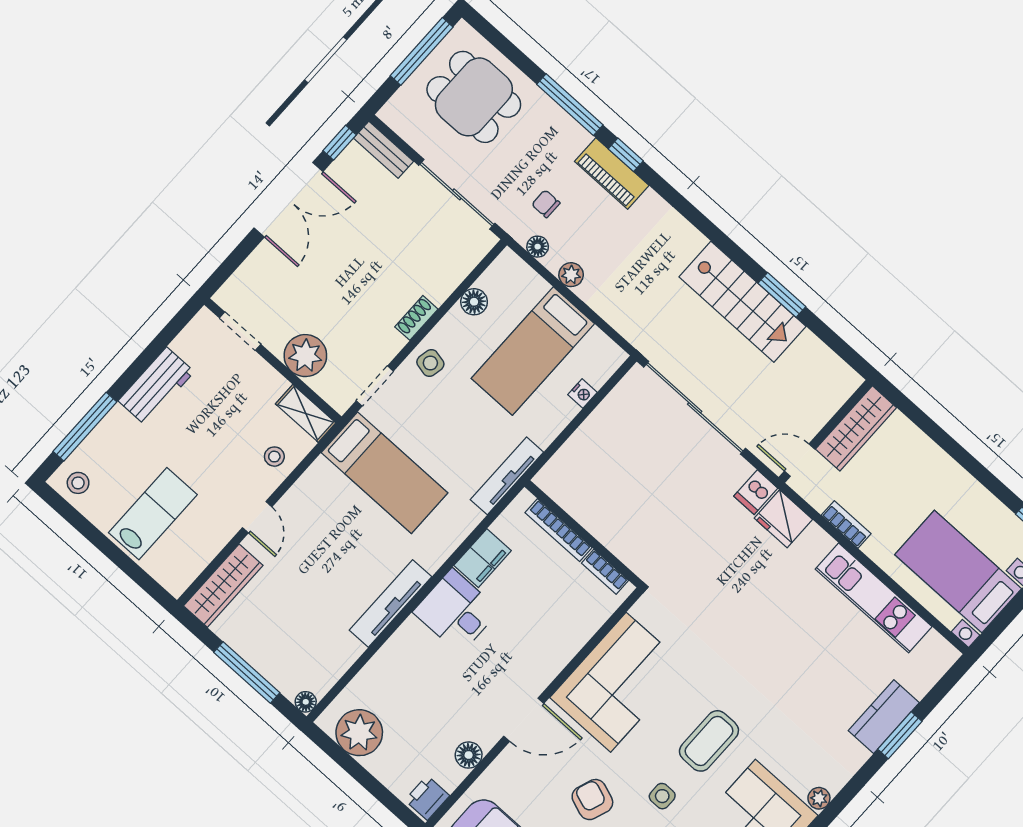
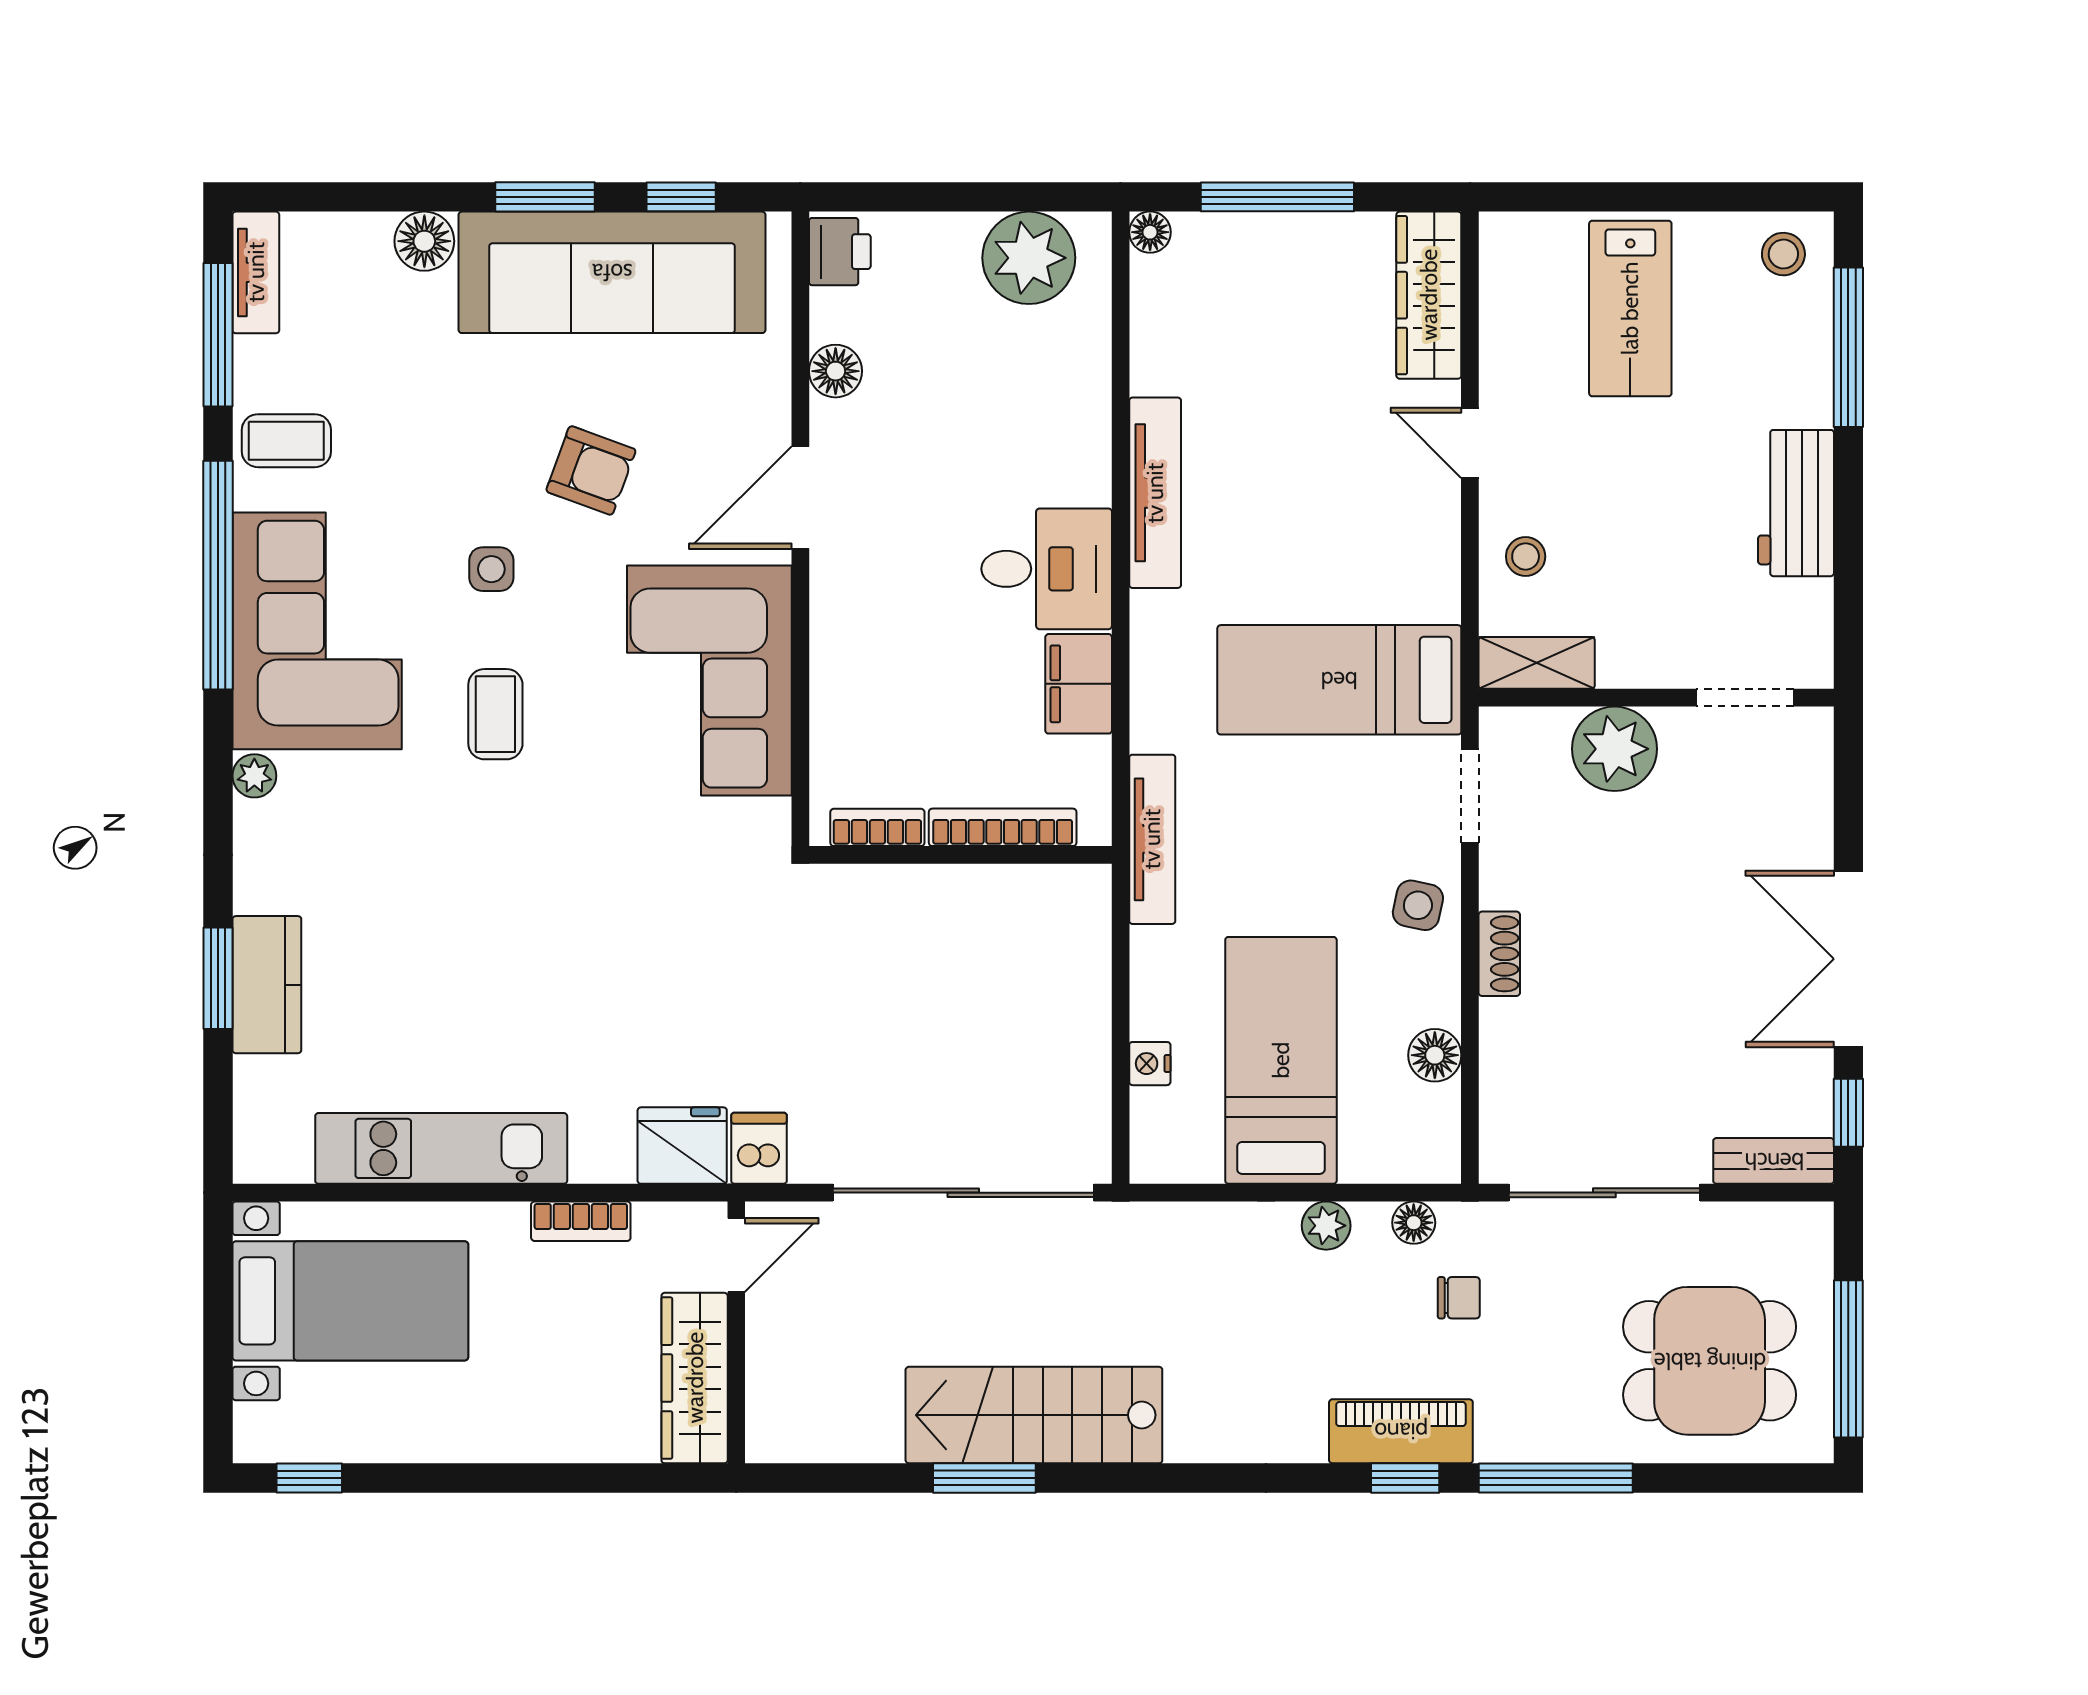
coffee table: (709, 741) -> (495, 714), width x0.73, depth x0.77

